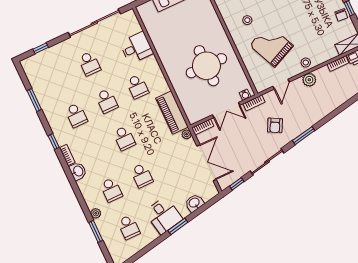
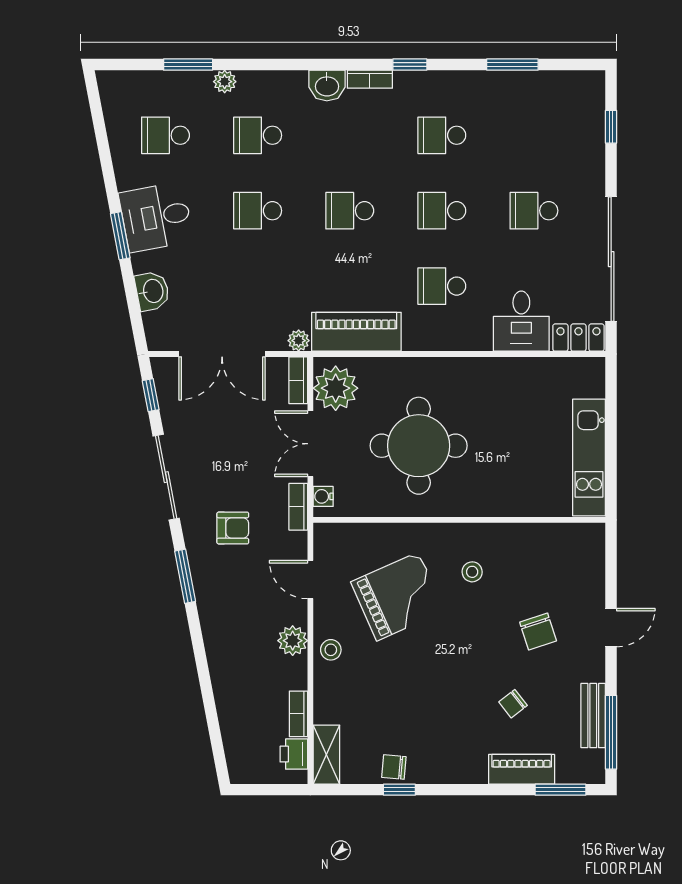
locker: (132, 21) -> (578, 338), added
plant: (199, 110) -> (336, 388), added
armchair: (275, 125) -> (233, 528), turned 152

